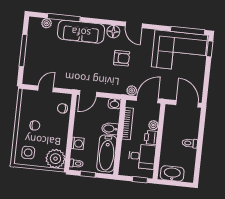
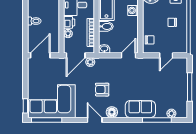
sofa: (81, 32) -> (140, 109), width x0.73
door: (187, 104) -> (40, 55), swing flipped

